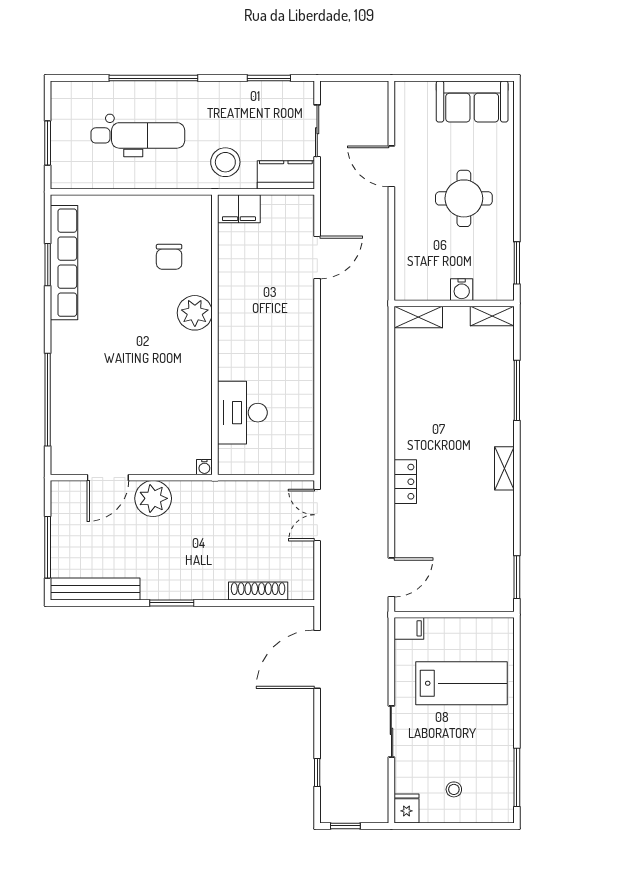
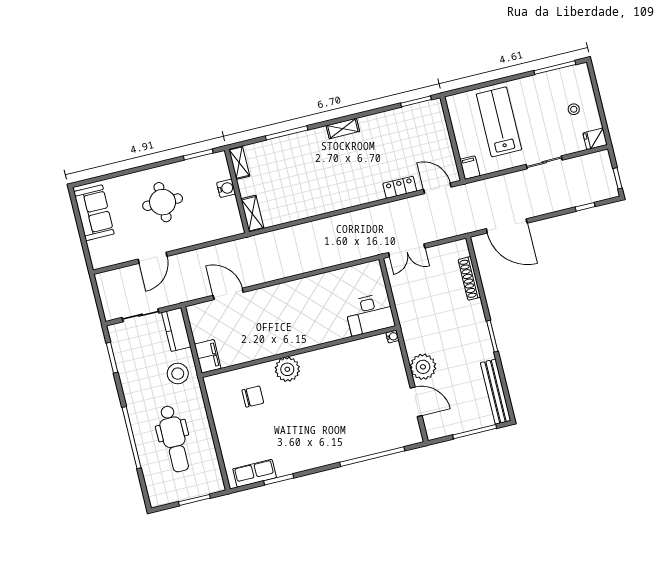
dental chair: (138, 135) -> (174, 439), turned 180
row of seats: (64, 263) -> (255, 473), width x0.50
desk: (242, 413) -> (370, 314), moved
locker: (405, 482) -> (400, 187), moved

